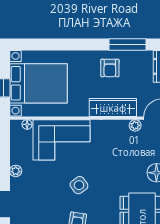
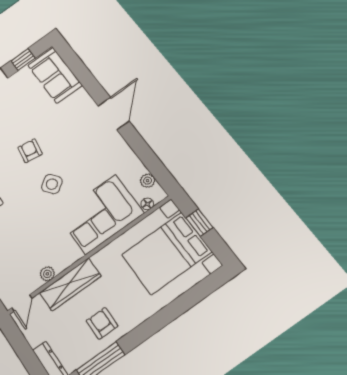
plant: (135, 125) -> (47, 274), moved
plant: (16, 171) -> (148, 181), moved

